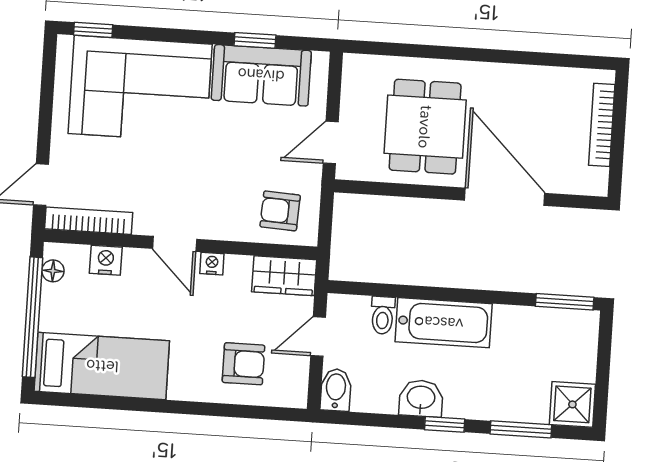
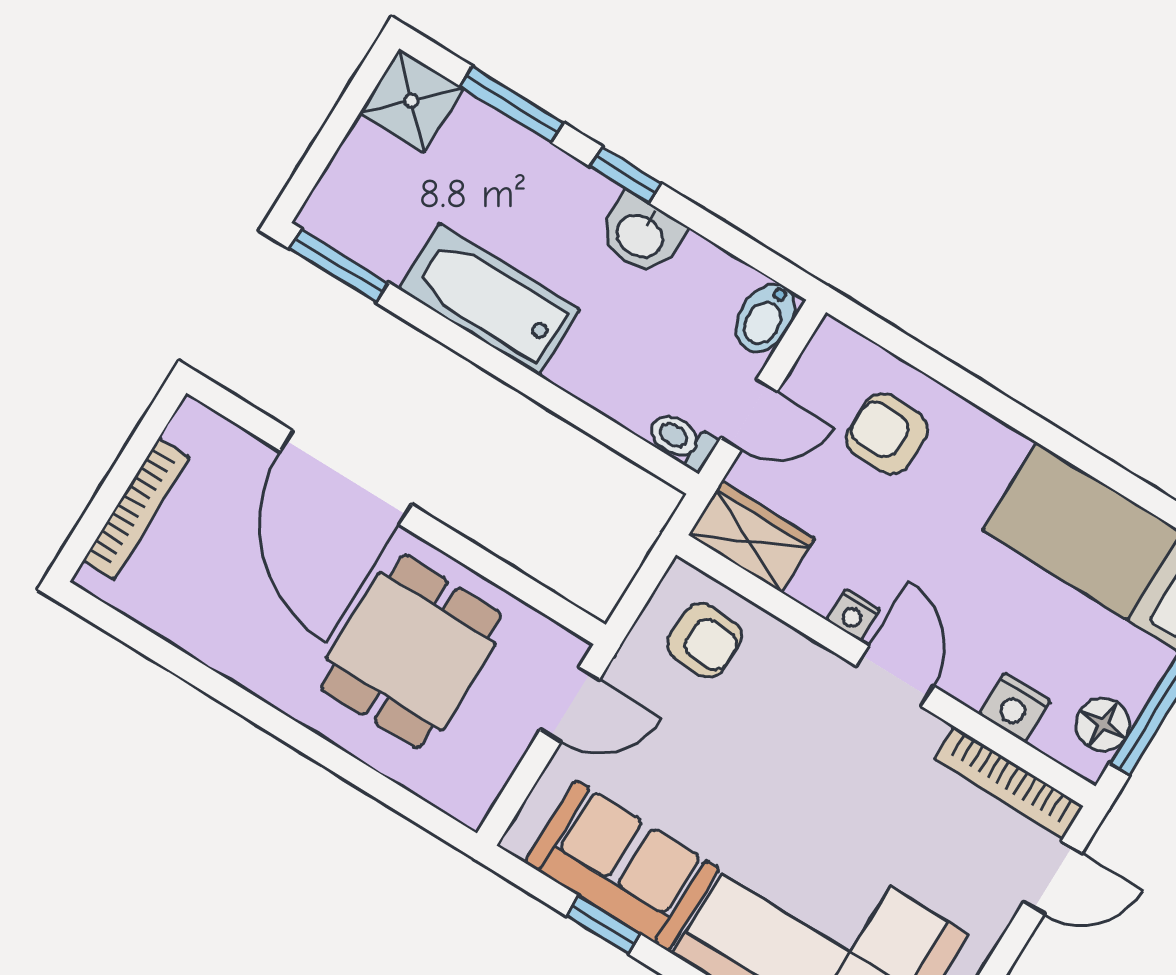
floor lamp: (53, 271) -> (1103, 724), width x1.37, depth x1.37
toilet: (383, 315) -> (681, 440), moved, turned -90
bathtub: (444, 323) -> (489, 299), moved

